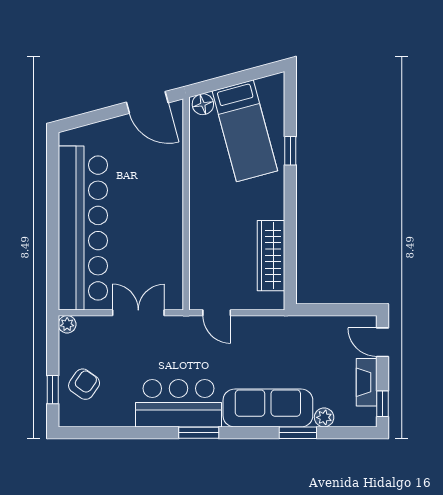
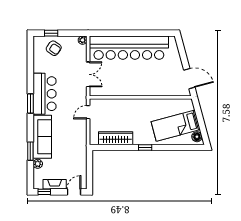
door: (147, 102) -> (189, 79), swing flipped
floor lamp: (203, 104) -> (197, 137), moved
window: (290, 151) -> (145, 147), moved

